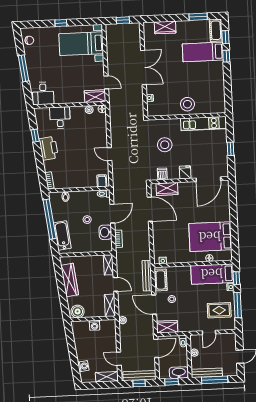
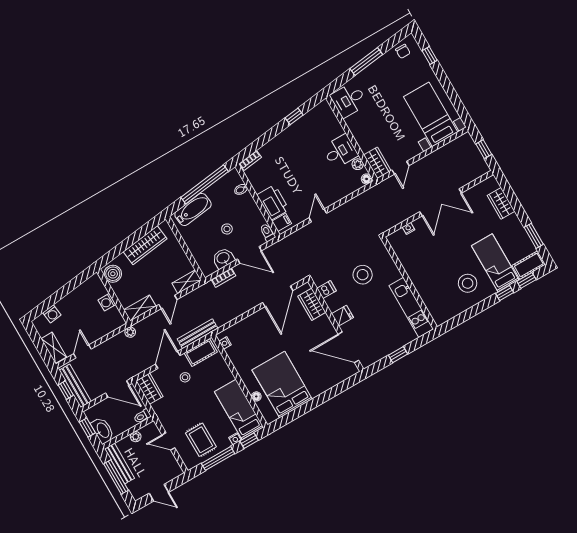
window: (61, 23) -> (430, 55), moved
stool: (187, 104) -> (468, 283), moved
desk: (60, 118) -> (340, 151), moved
printer: (49, 148) -> (273, 202), moved, turned -83

